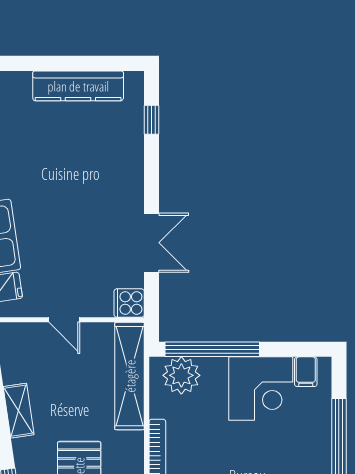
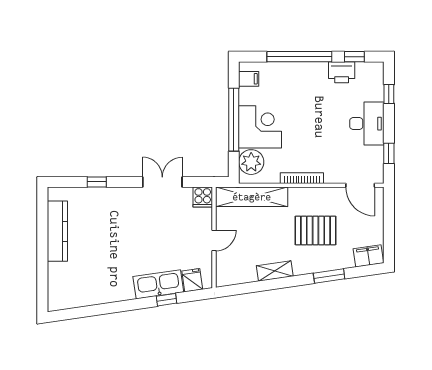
window: (152, 120) -> (97, 182), moved
window: (212, 349) -> (234, 120), moved
corner desk: (261, 389) -> (260, 127), moved

